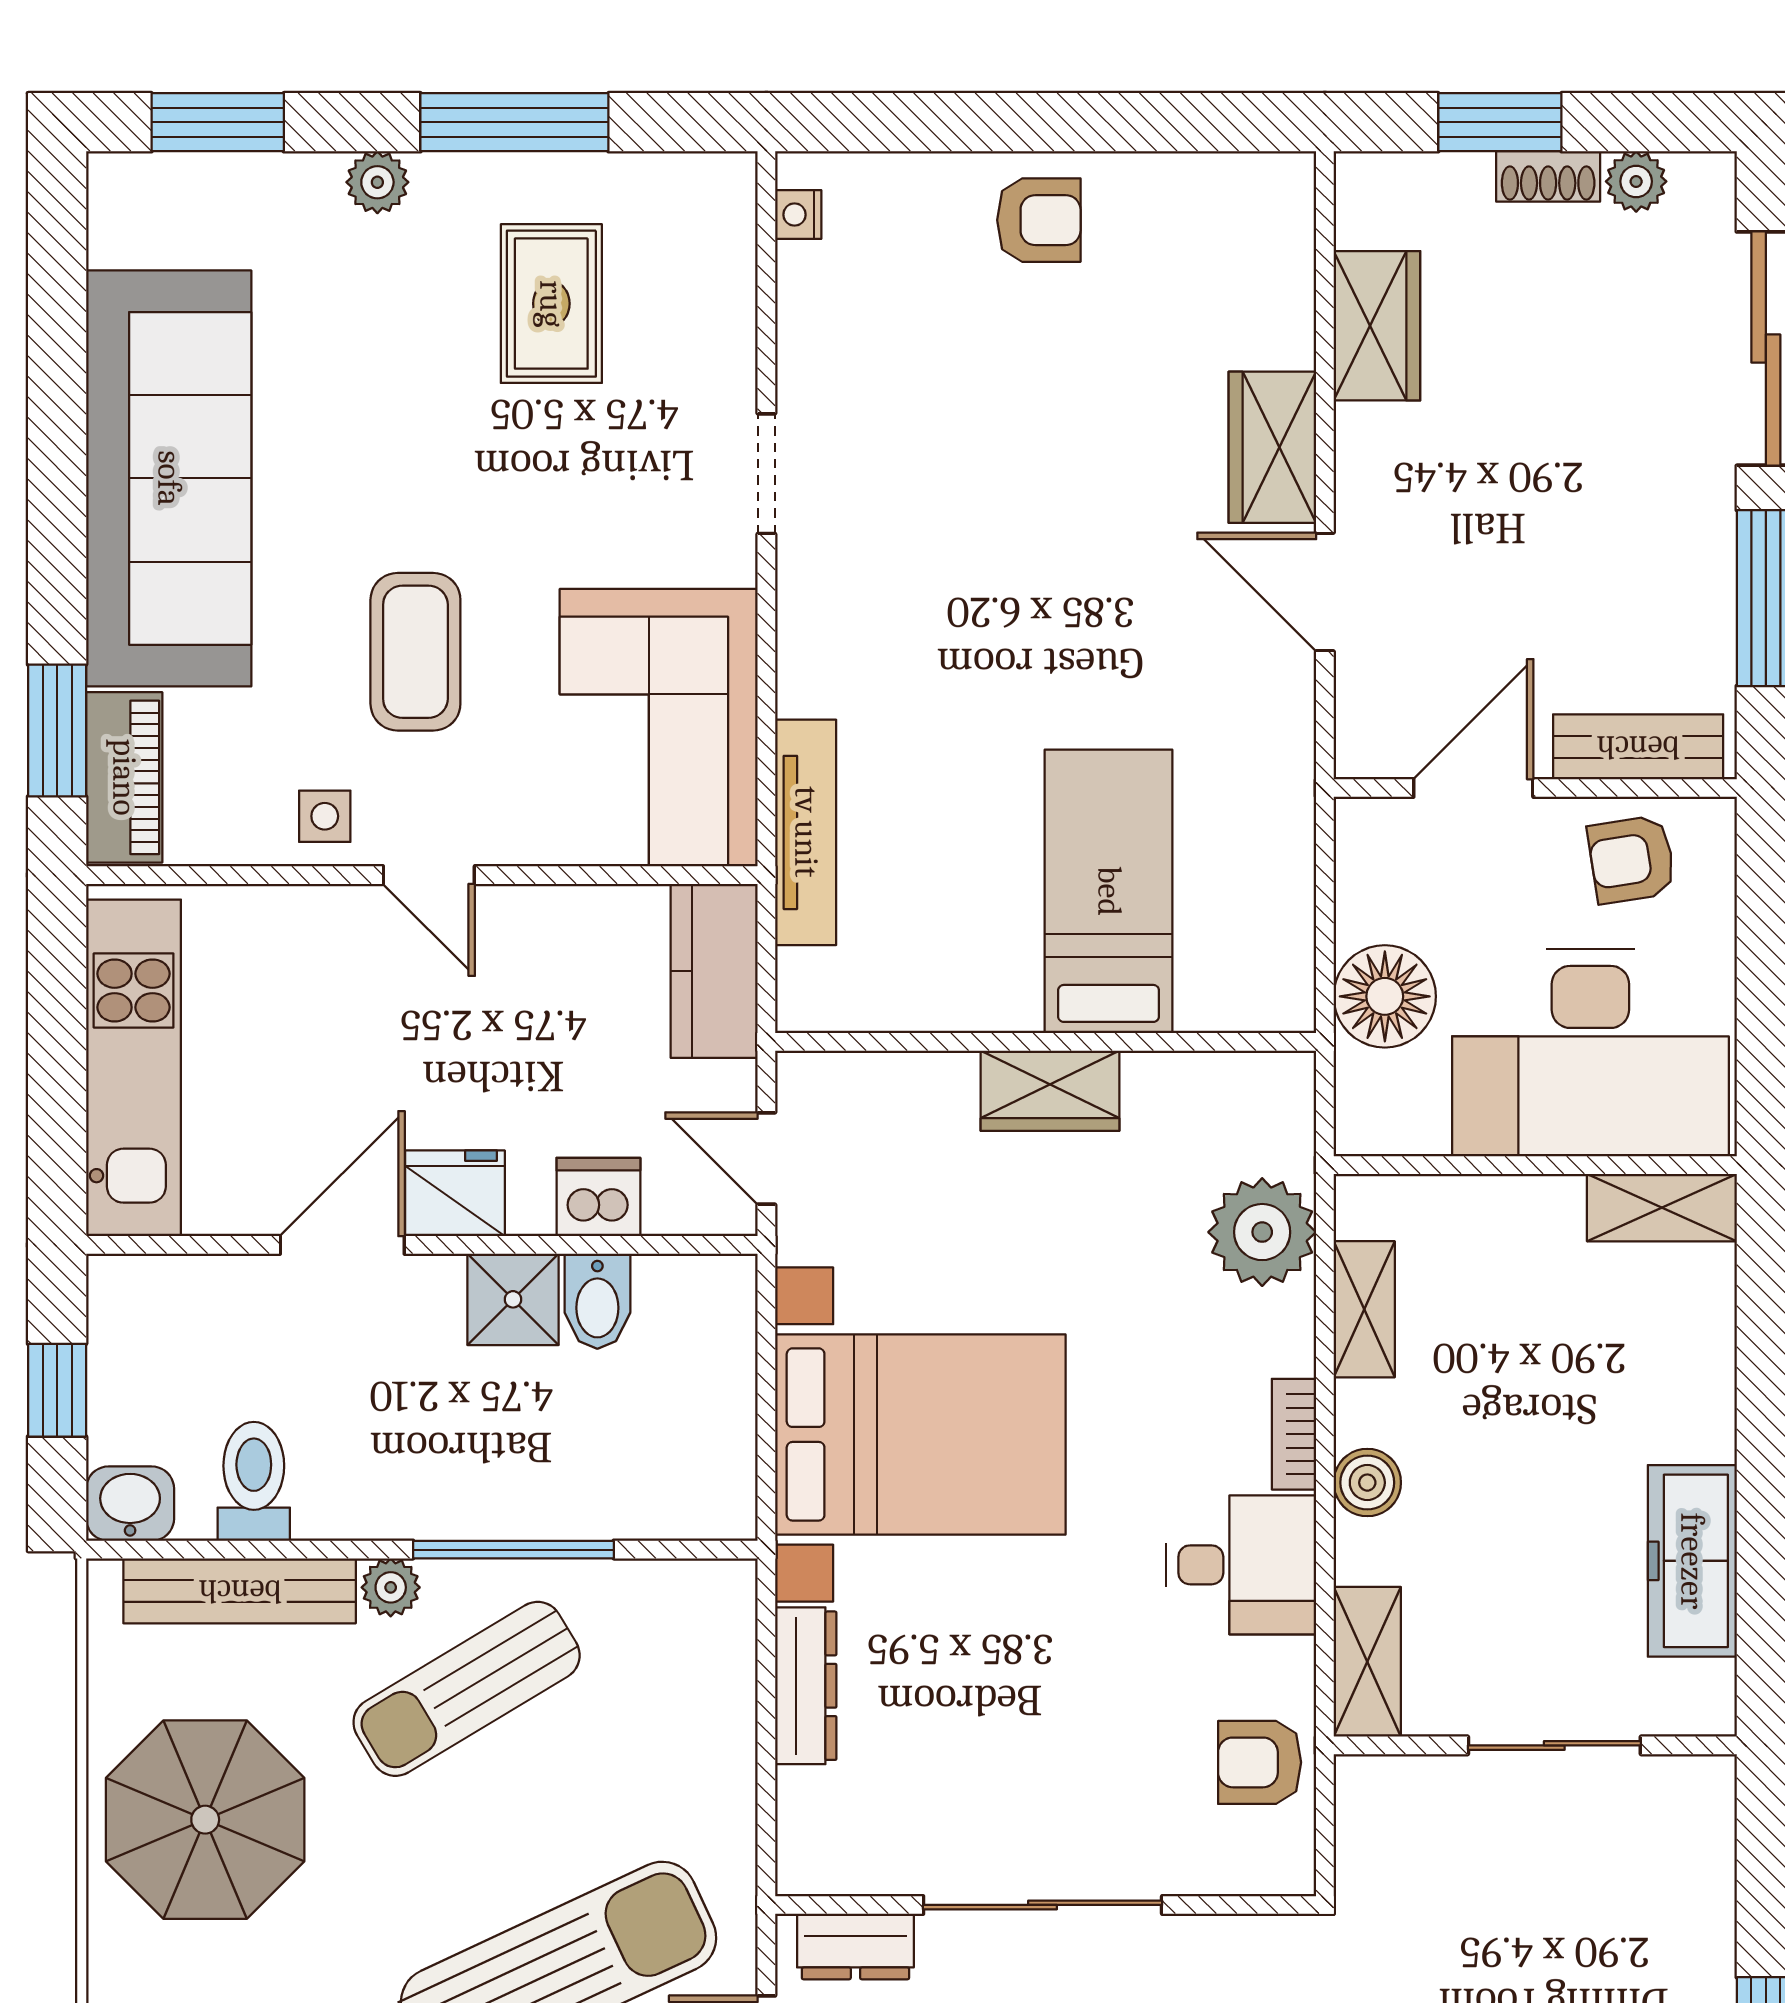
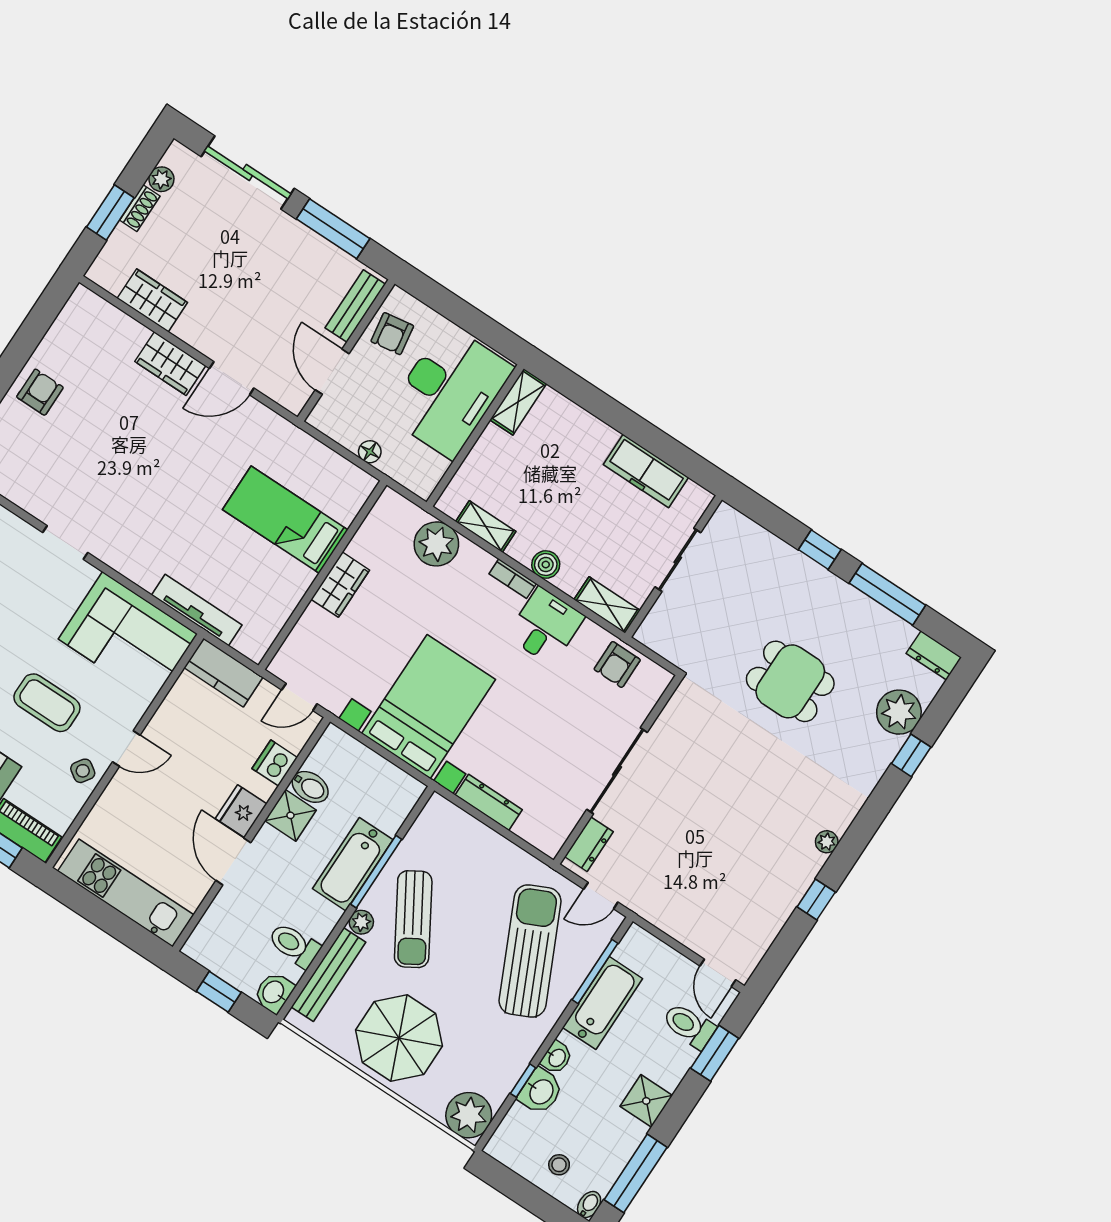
side table: (325, 816) -> (83, 771), turned 34
floor lamp: (1385, 996) -> (370, 452), width x0.53, depth x0.53
bathtub: (497, 1492) -> (353, 864), added

